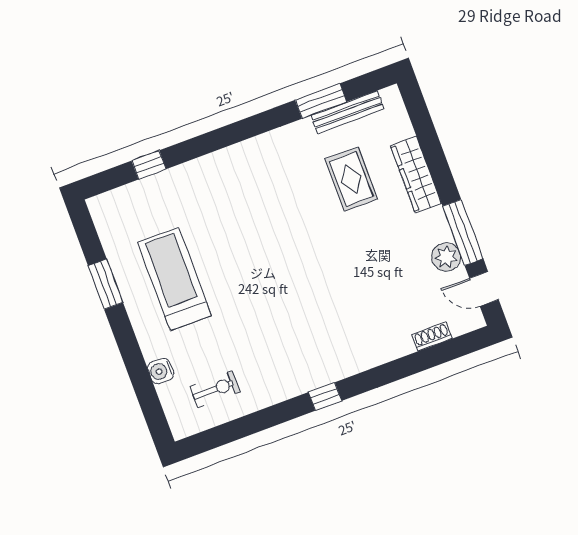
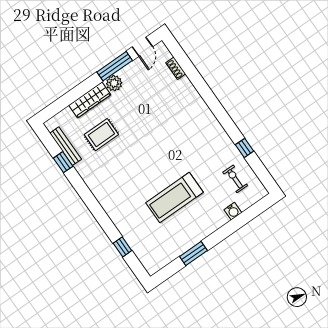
window: (321, 101) -> (63, 162), width x0.67
plant: (446, 257) -> (114, 83), moved
treadmill: (174, 279) -> (174, 198), moved
window: (325, 397) -> (244, 148), moved

